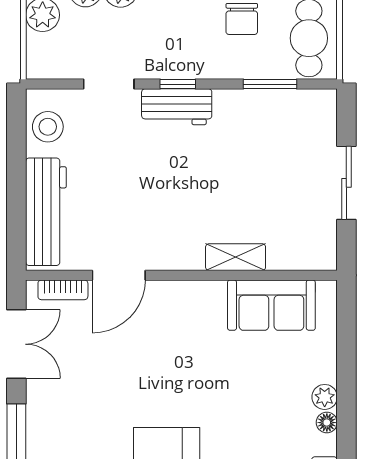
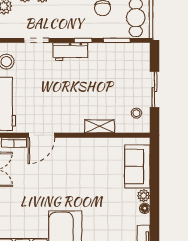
window: (178, 84) -> (83, 40), moved
stool: (310, 231) -> (136, 113), added
sofa: (271, 305) -> (137, 166), moved, turned 90

